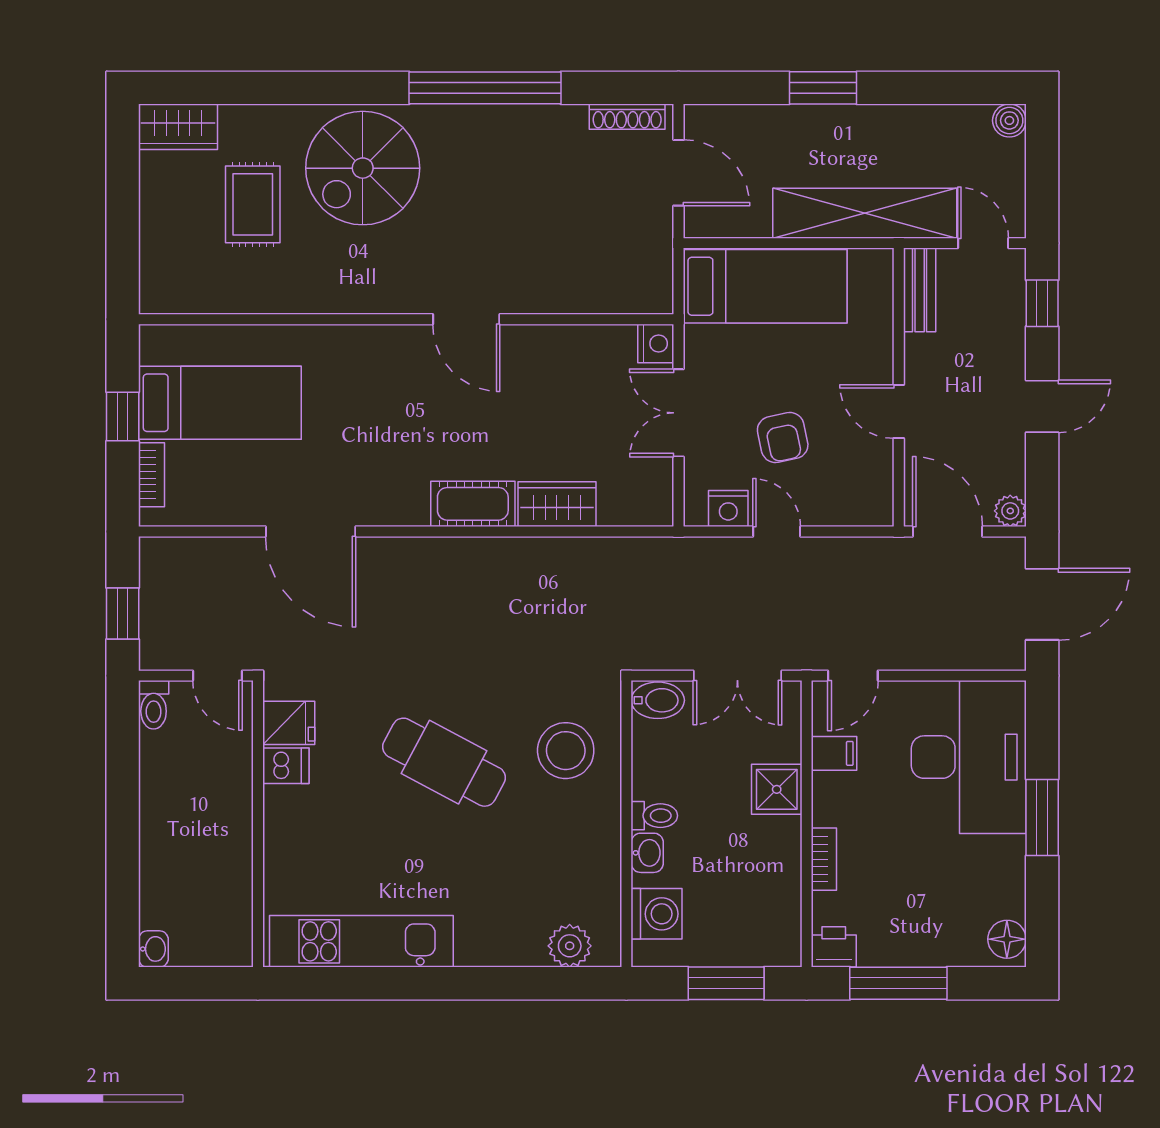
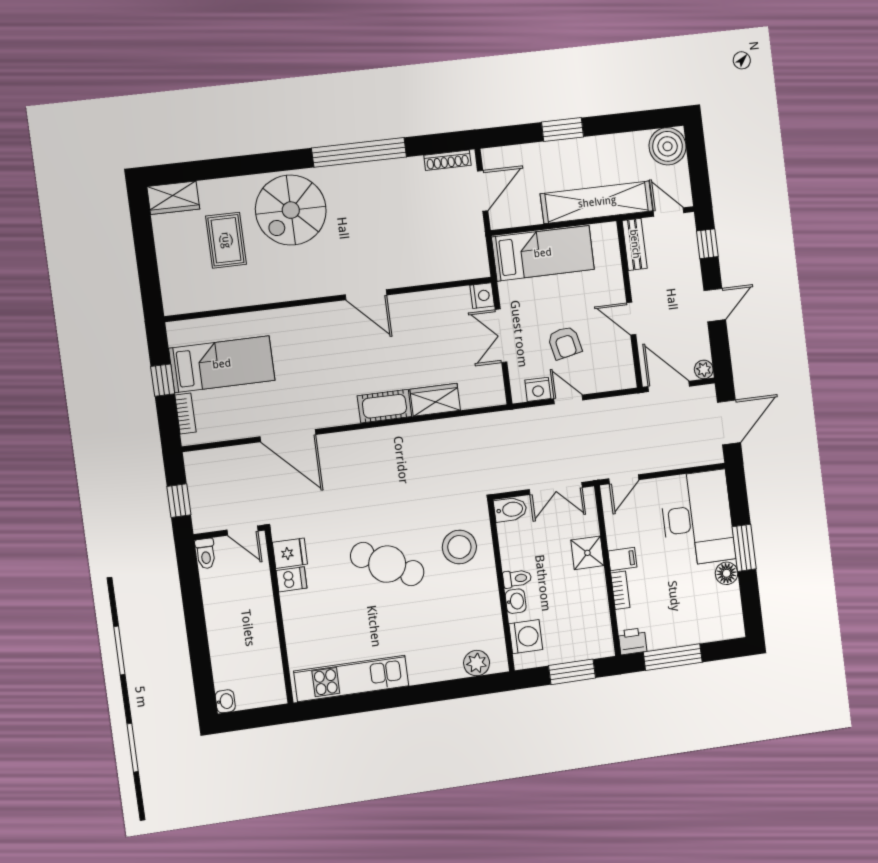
boiler: (1009, 120) -> (668, 146), width x1.86, depth x1.86
door: (678, 173) -> (483, 191), hinge flipped
filing cabinet: (834, 753) -> (622, 559), moved
floor lamp: (1007, 939) -> (727, 573), moved

